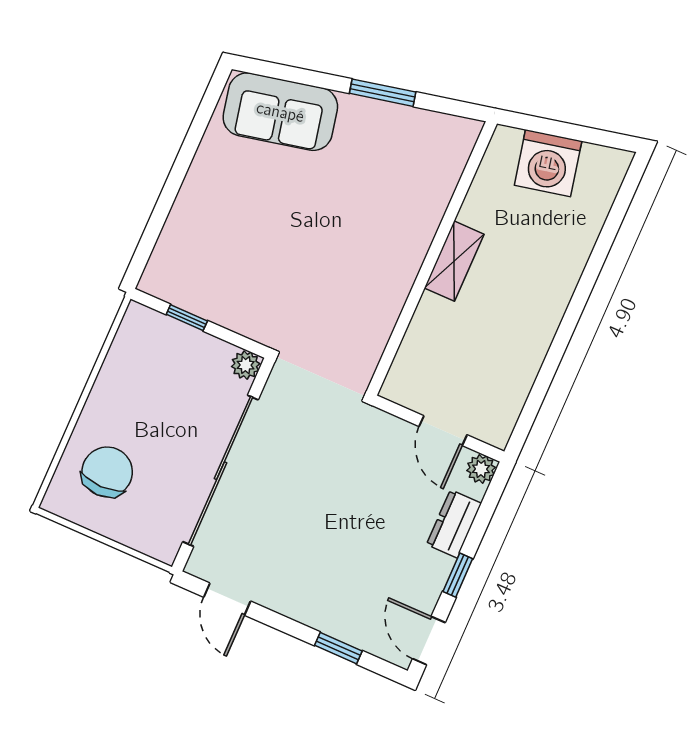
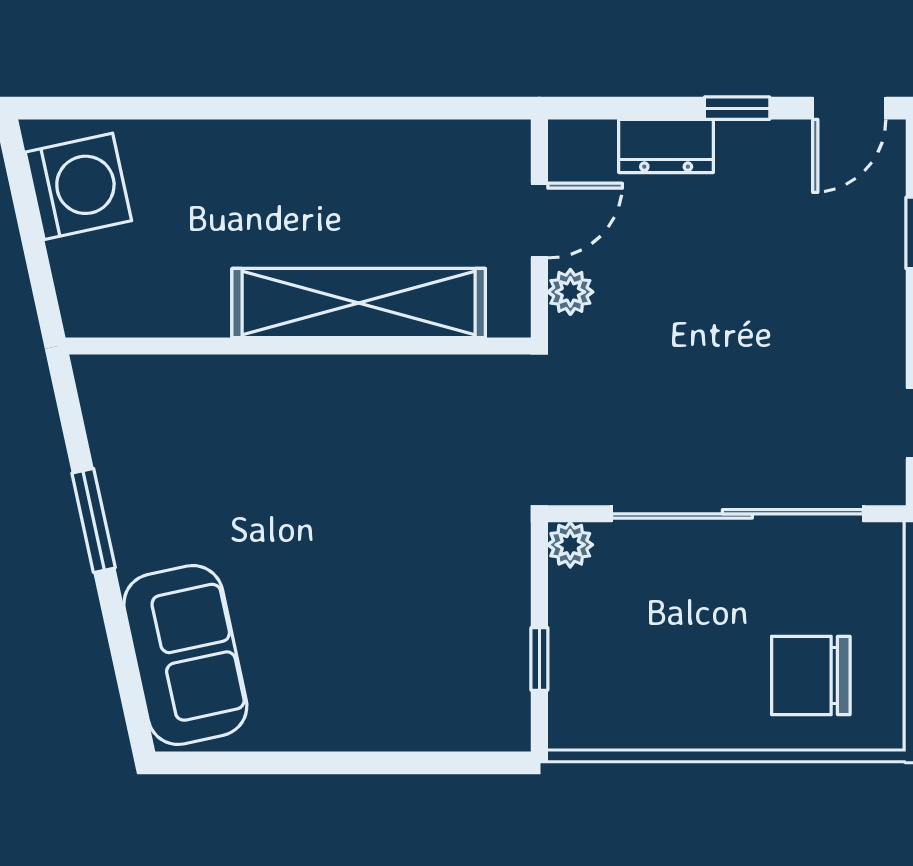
washing machine: (548, 163) -> (78, 186), moved
shelving: (454, 261) -> (359, 303), width x2.20, depth x1.33
plant: (481, 469) -> (570, 292), moved

